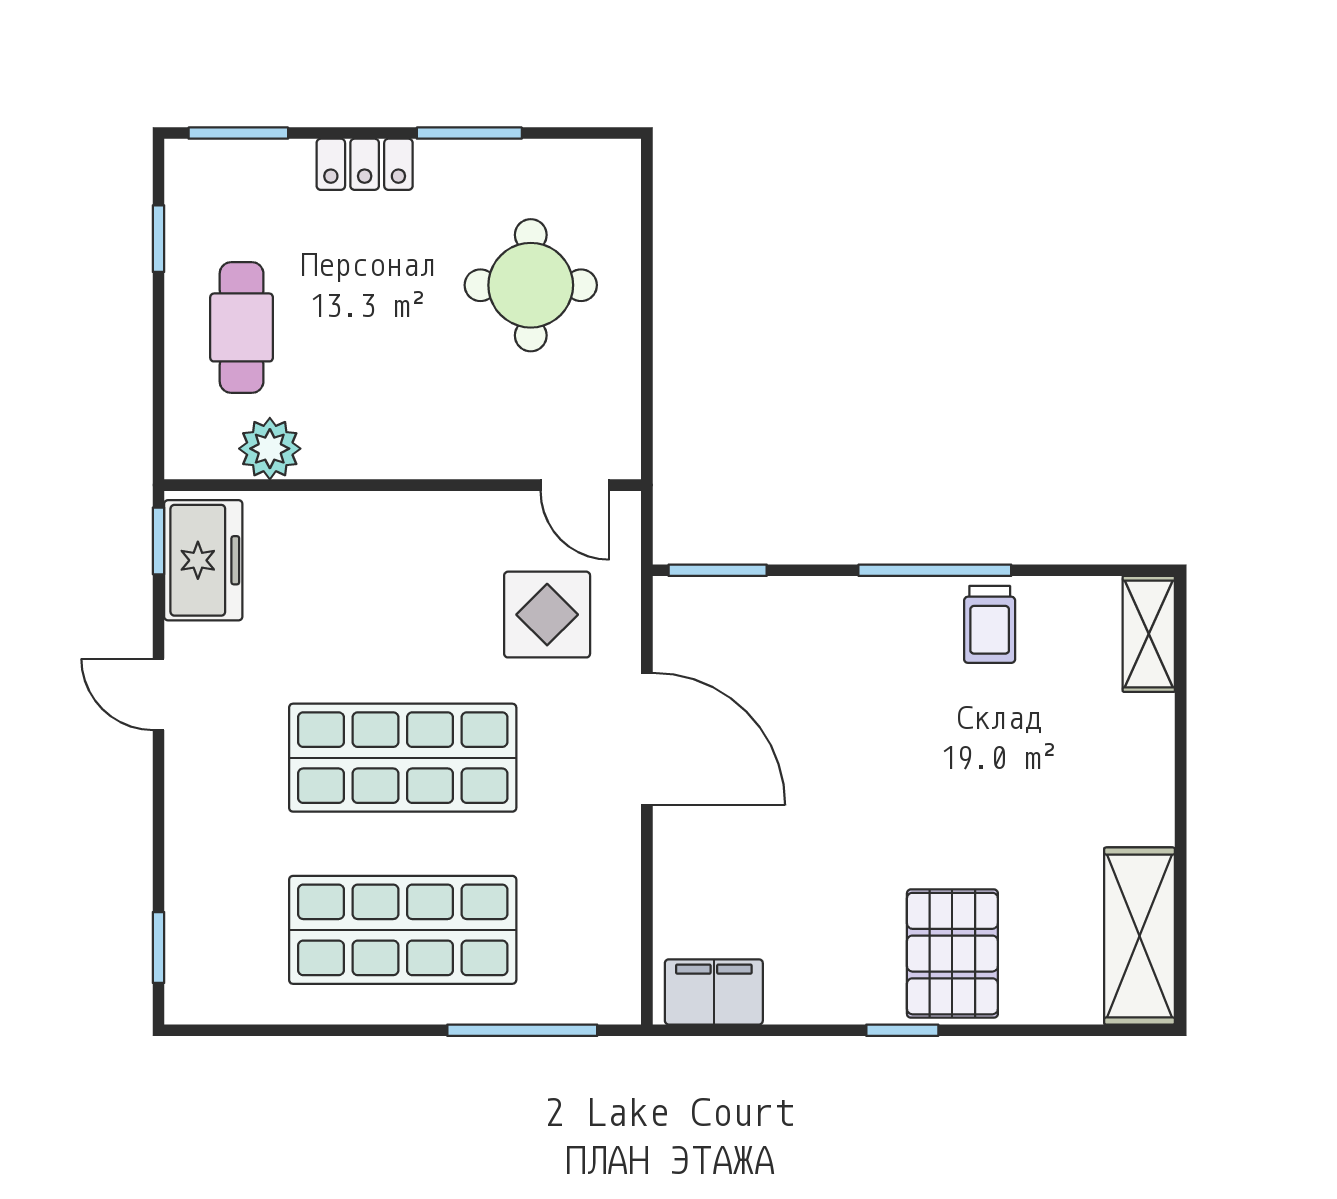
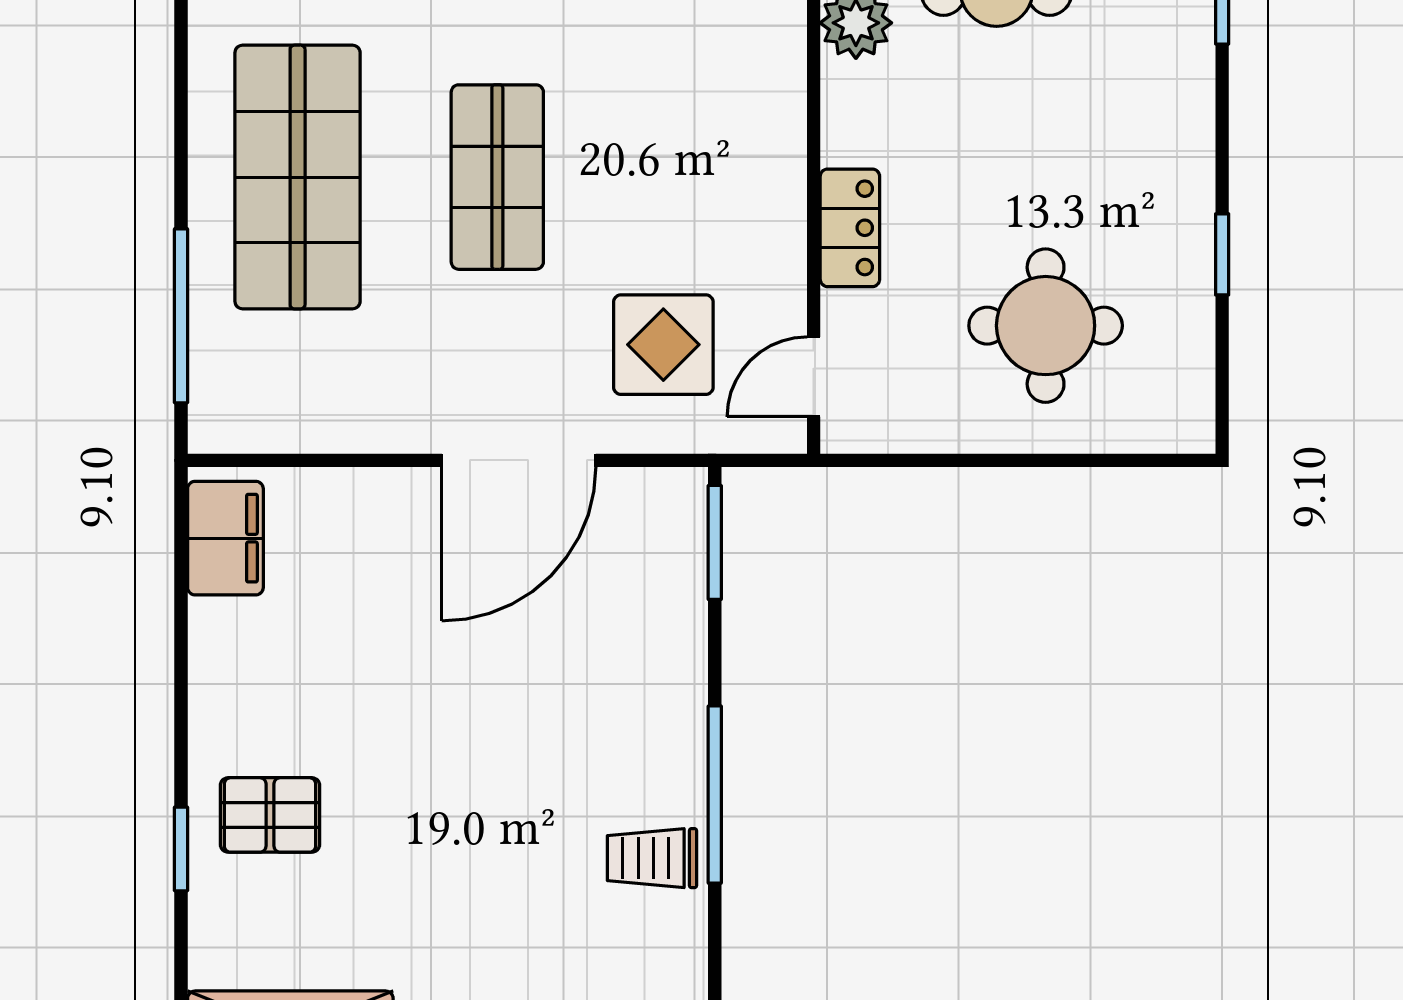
window: (469, 133) -> (1222, 254), width x0.67
locker: (365, 164) -> (850, 228), moved, turned 180
shop shelf: (403, 758) -> (497, 177), width x0.70, depth x0.74
pallet: (952, 954) -> (270, 815), width x0.67, depth x0.71
window: (902, 1030) -> (181, 849), moved

